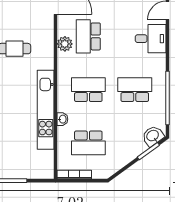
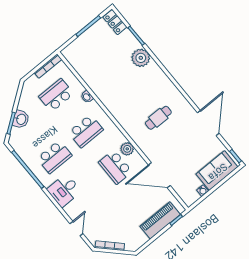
school desk: (88, 36) -> (115, 167), turned 180
desk: (151, 39) -> (64, 190), moved
kitchen unit: (46, 110) -> (103, 94), removed
washbasin: (153, 136) -> (21, 119), moved

